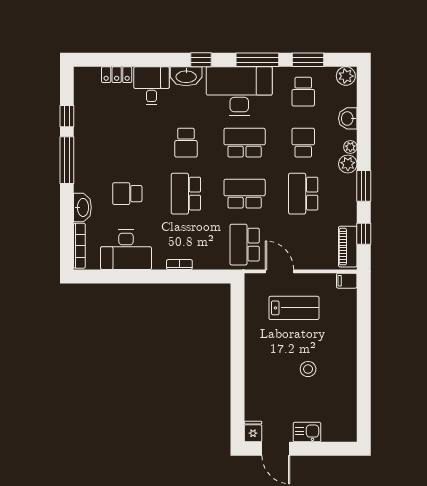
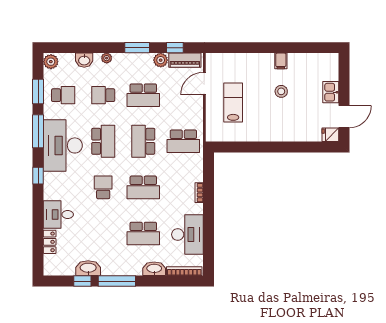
washbasin: (186, 76) -> (88, 268), moved, turned -90
school desk: (186, 143) -> (103, 187), turned -90
school desk: (245, 143) -> (103, 141), turned 180
plant: (348, 164) -> (161, 60), moved
school desk: (127, 194) -> (143, 233), width x1.85
door: (280, 271) -> (204, 84), moved
filing cabinet: (347, 281) -> (281, 61), moved

